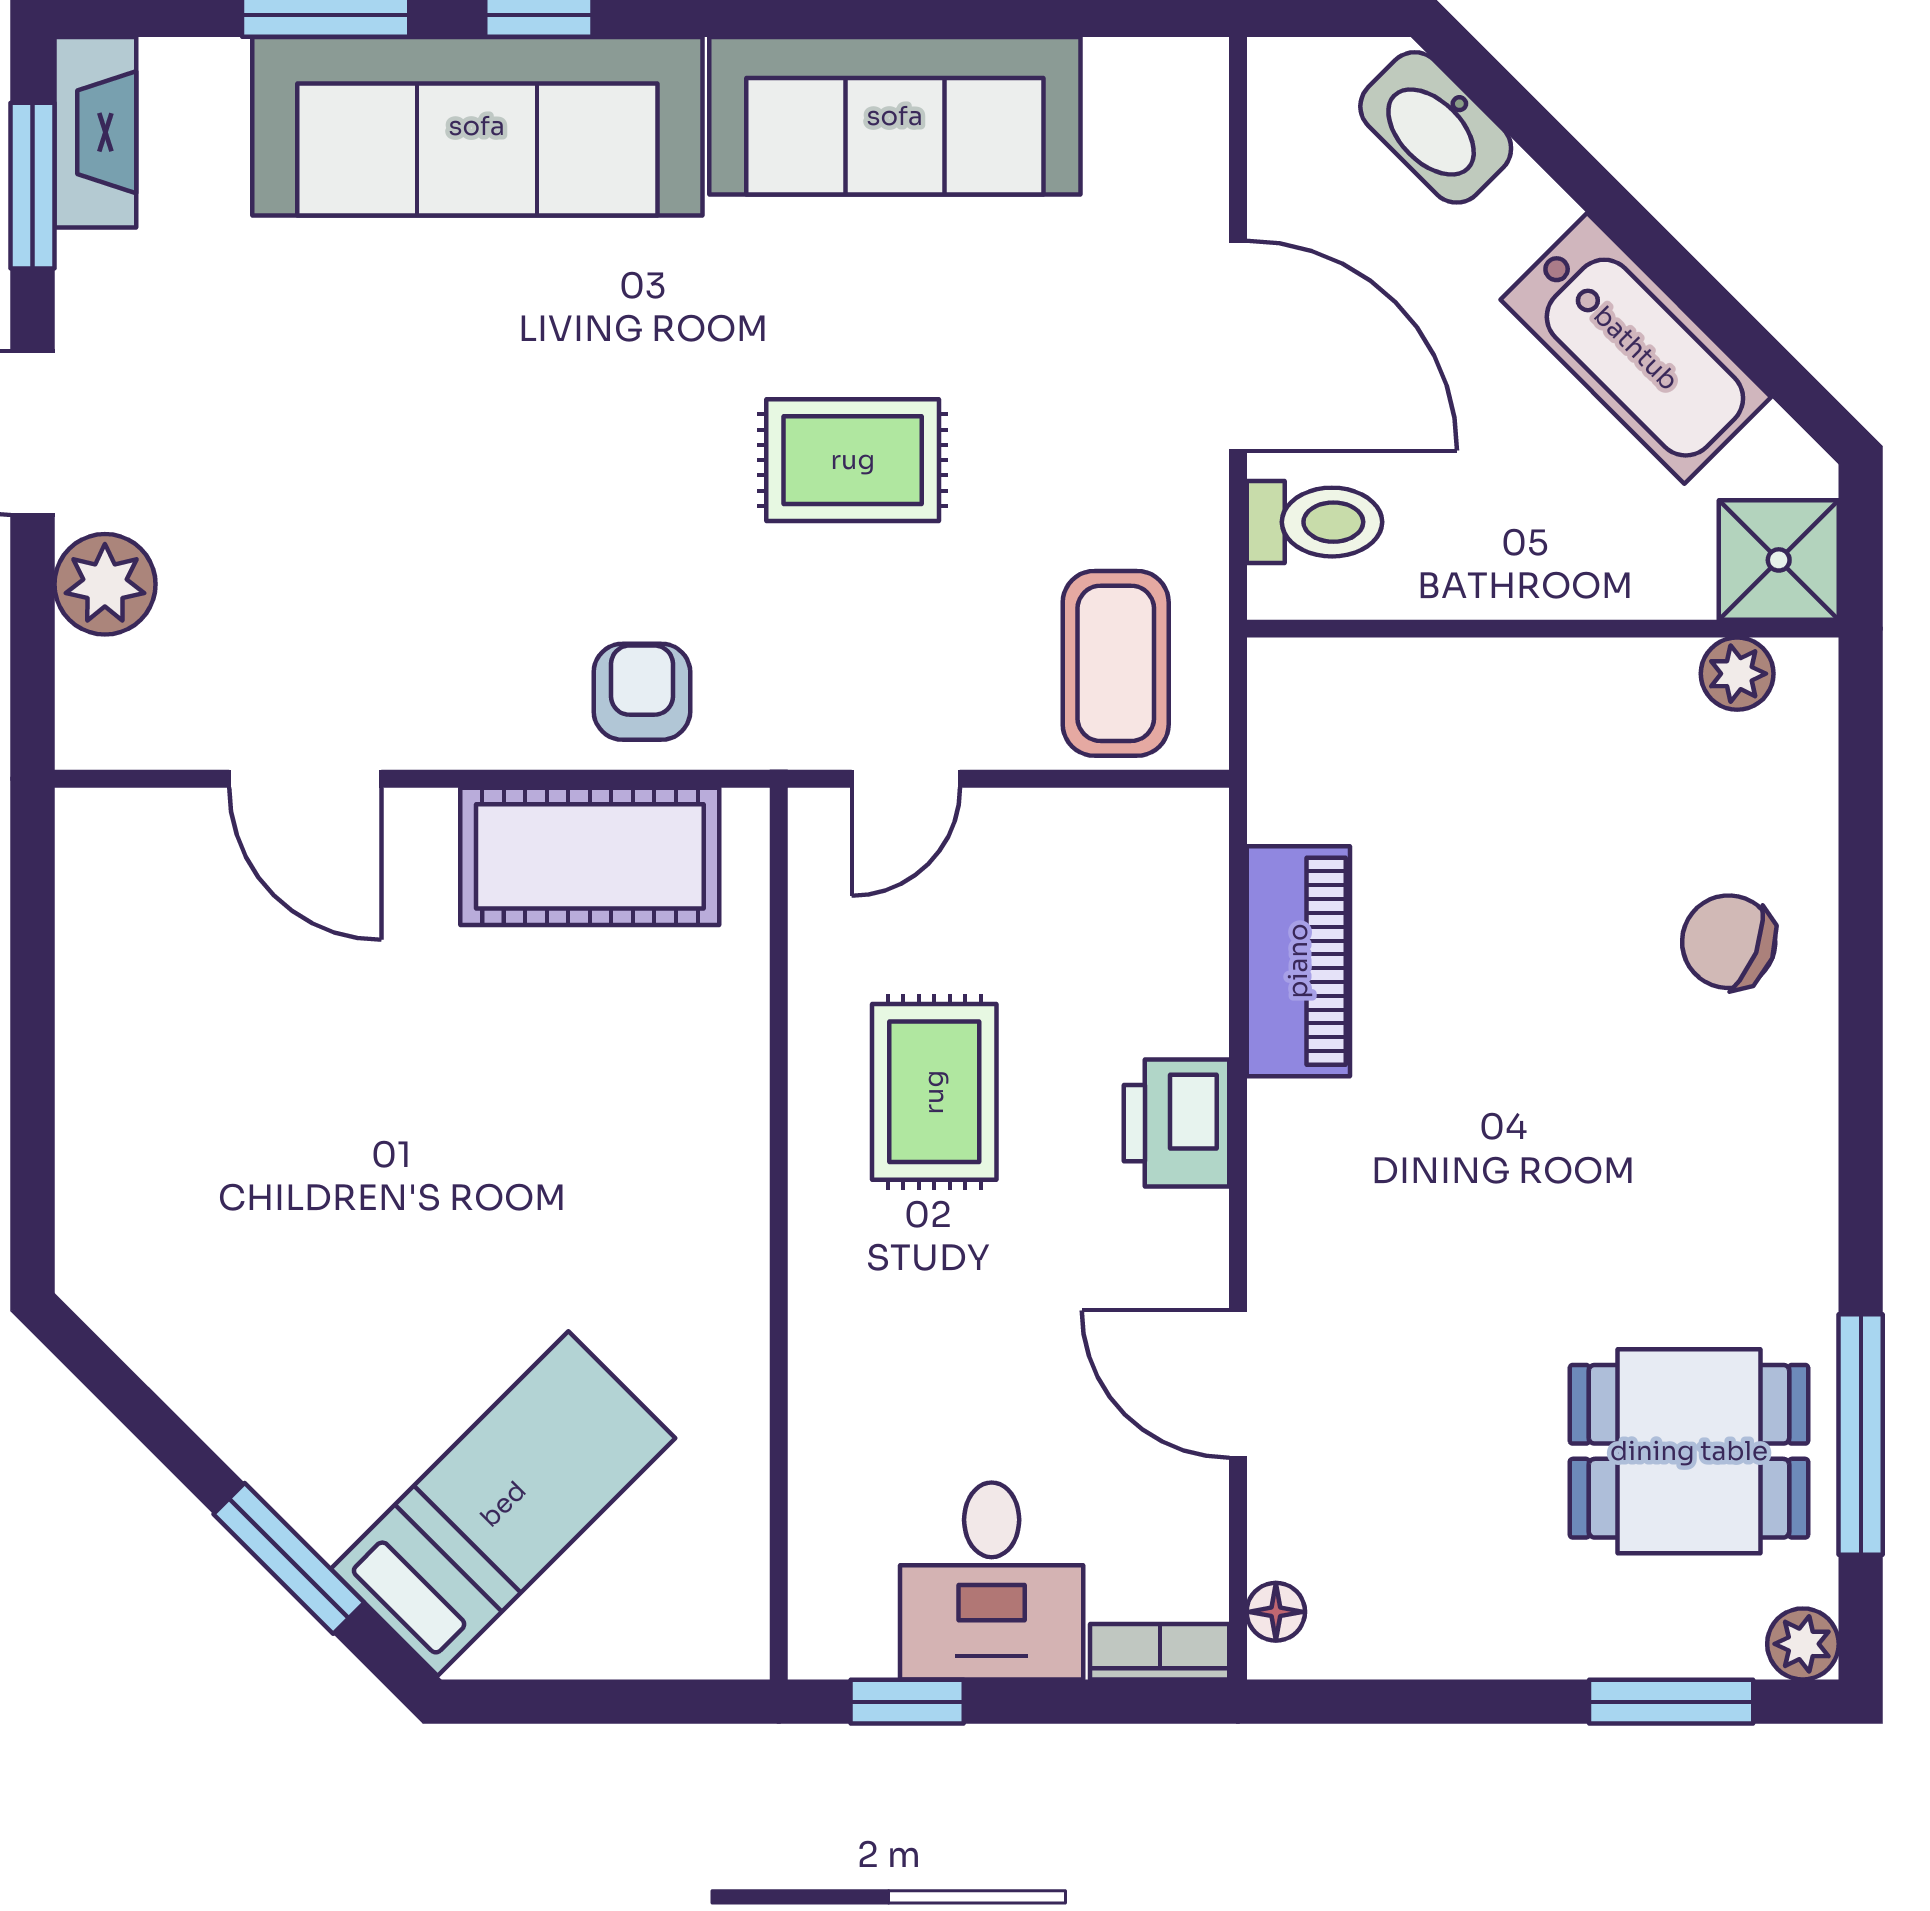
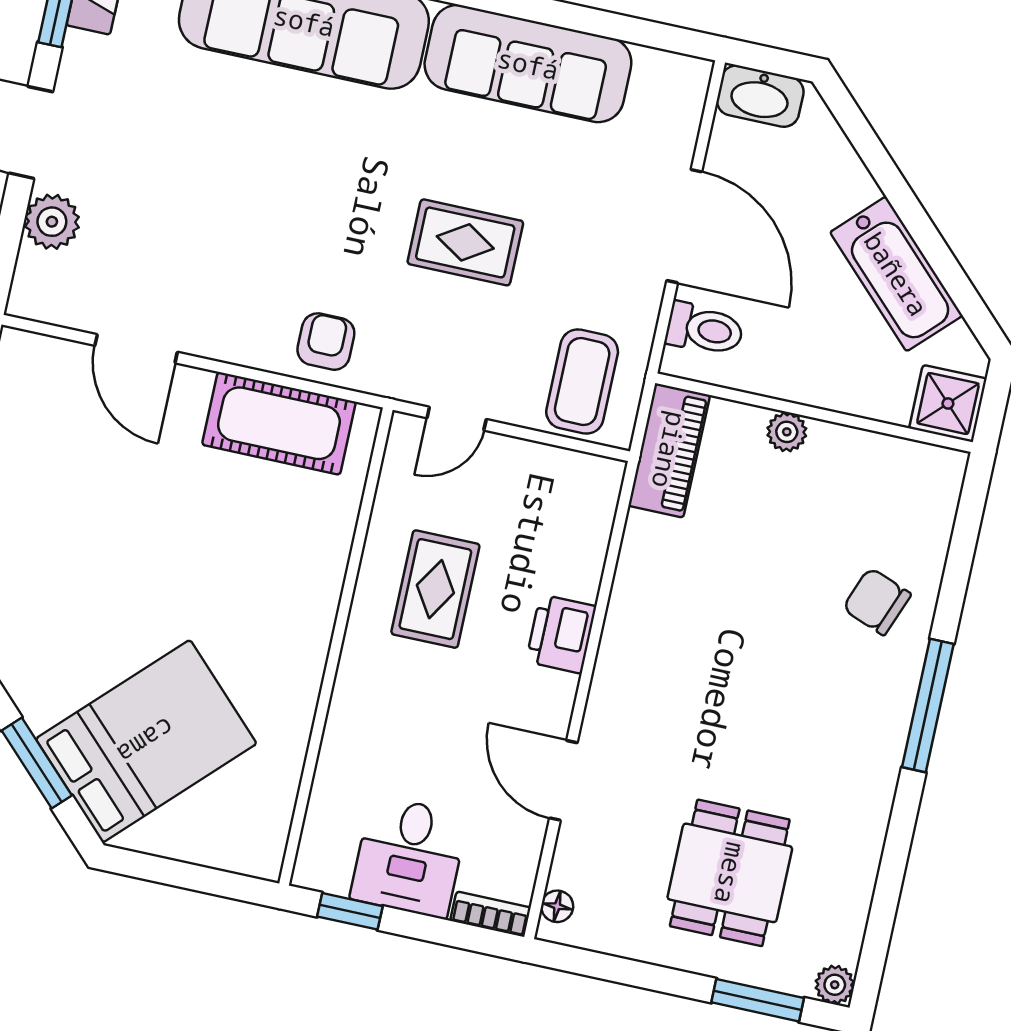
washbasin: (1436, 127) -> (760, 96), moved, turned -45
plant: (1737, 674) -> (787, 432), moved
piano: (1298, 961) -> (669, 450), moved
window: (1861, 1434) -> (928, 706), moved
dining table: (1689, 1451) -> (730, 873), moved, turned 90
bed: (503, 1504) -> (146, 741), width x1.50

